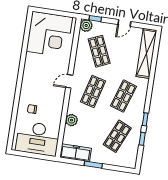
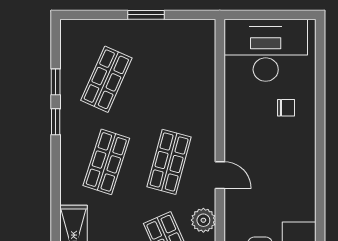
door: (69, 81) -> (220, 175), hinge flipped
plant: (72, 120) -> (203, 220), moved
freezer: (76, 153) -> (185, 33), removed

